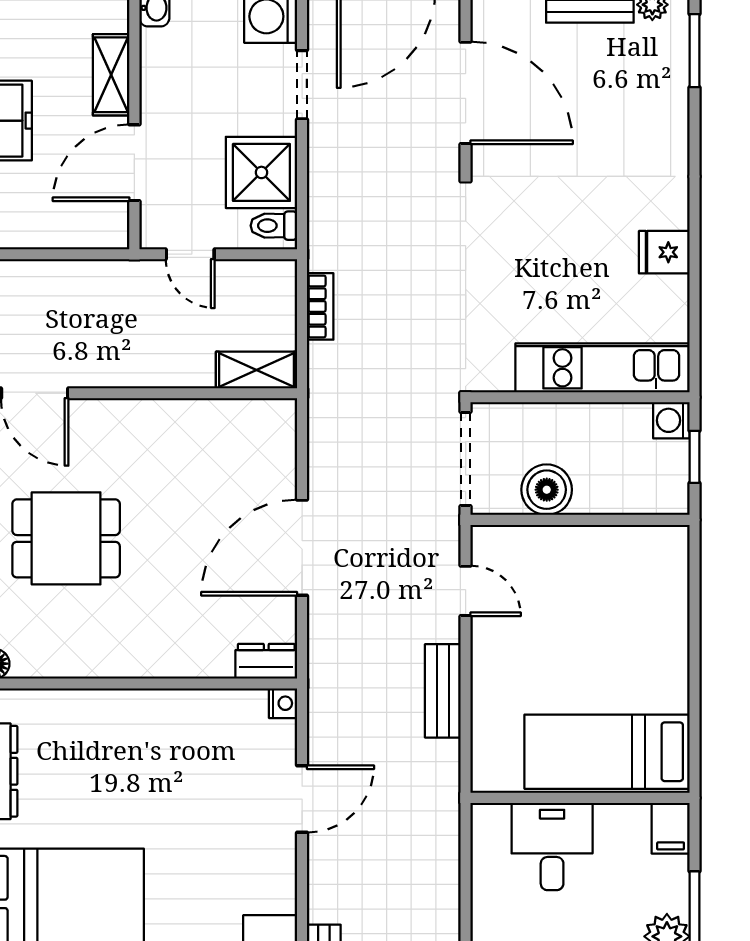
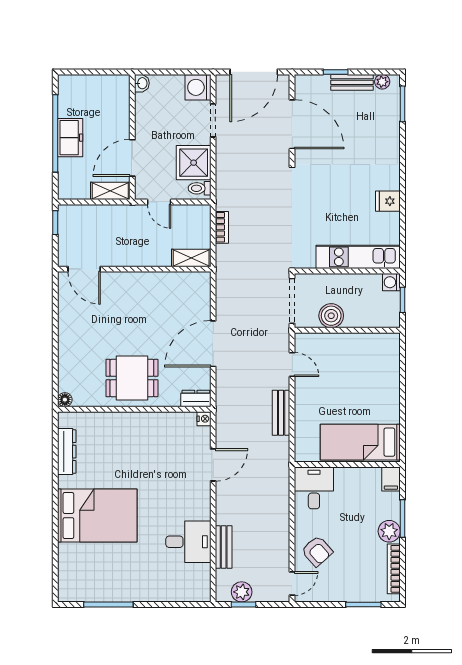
shelving: (111, 75) -> (110, 191), moved, turned 90
dining table: (66, 538) -> (132, 378), moved
desk: (552, 846) -> (314, 488), moved

